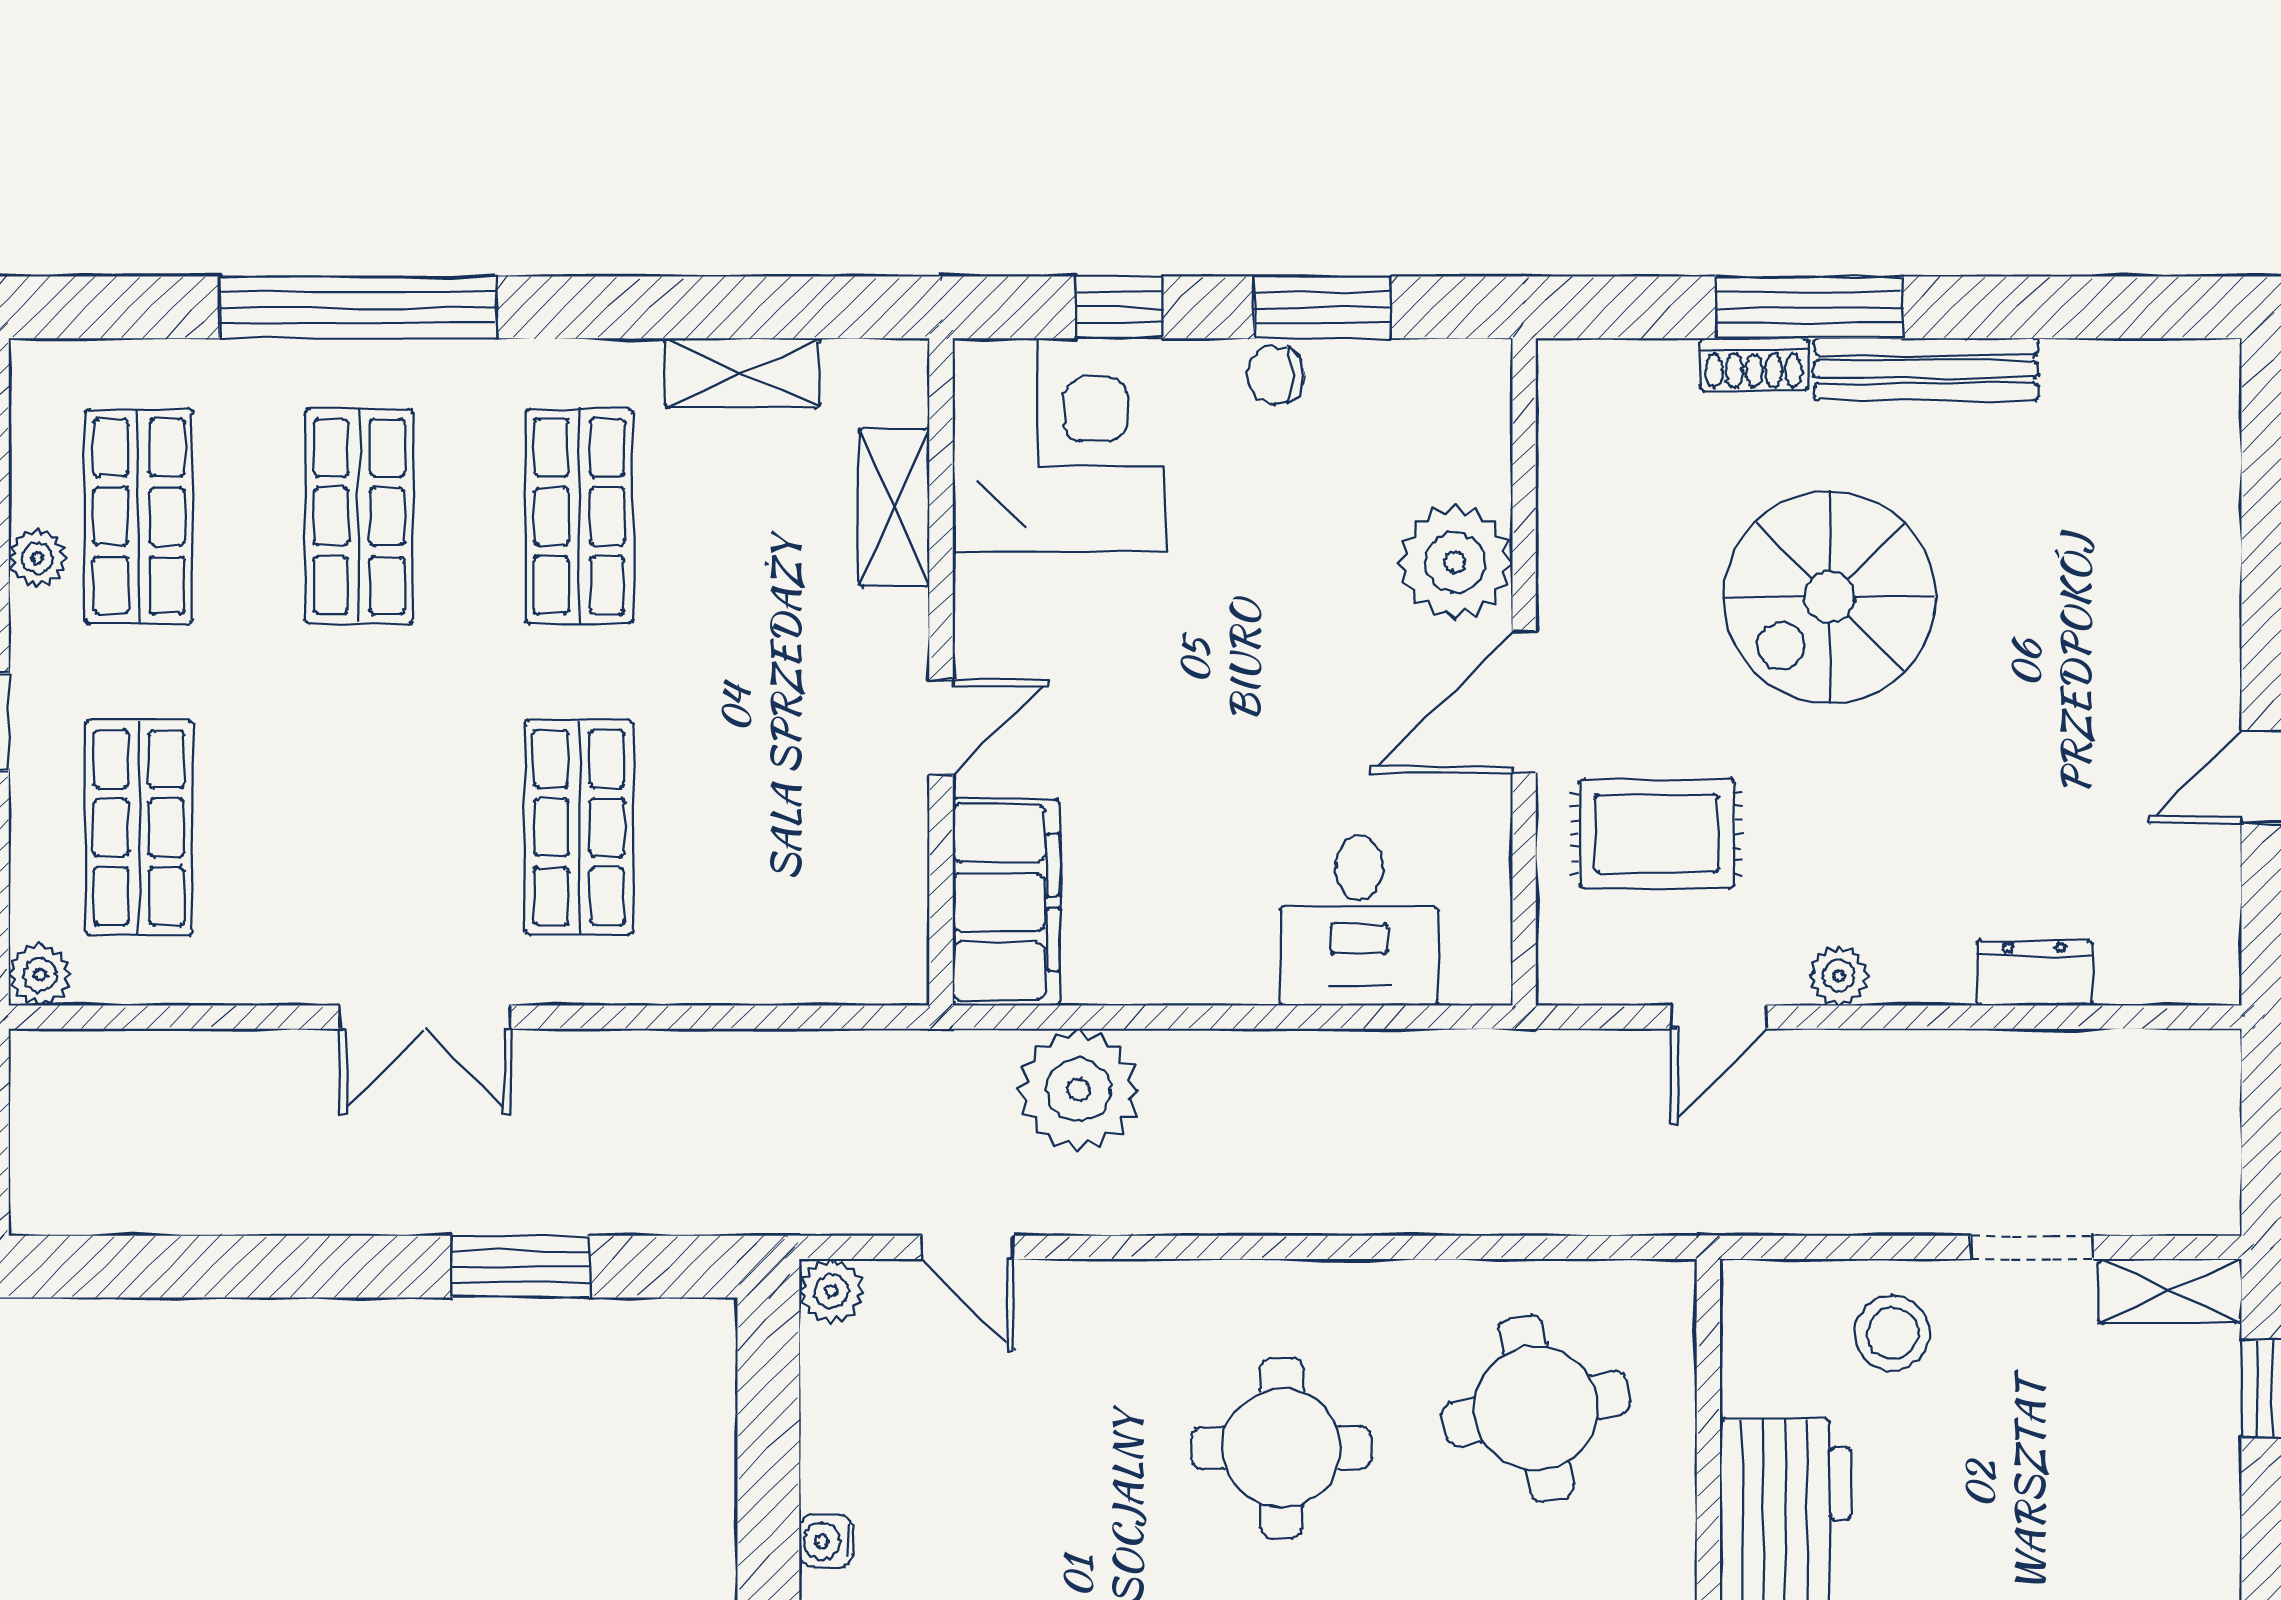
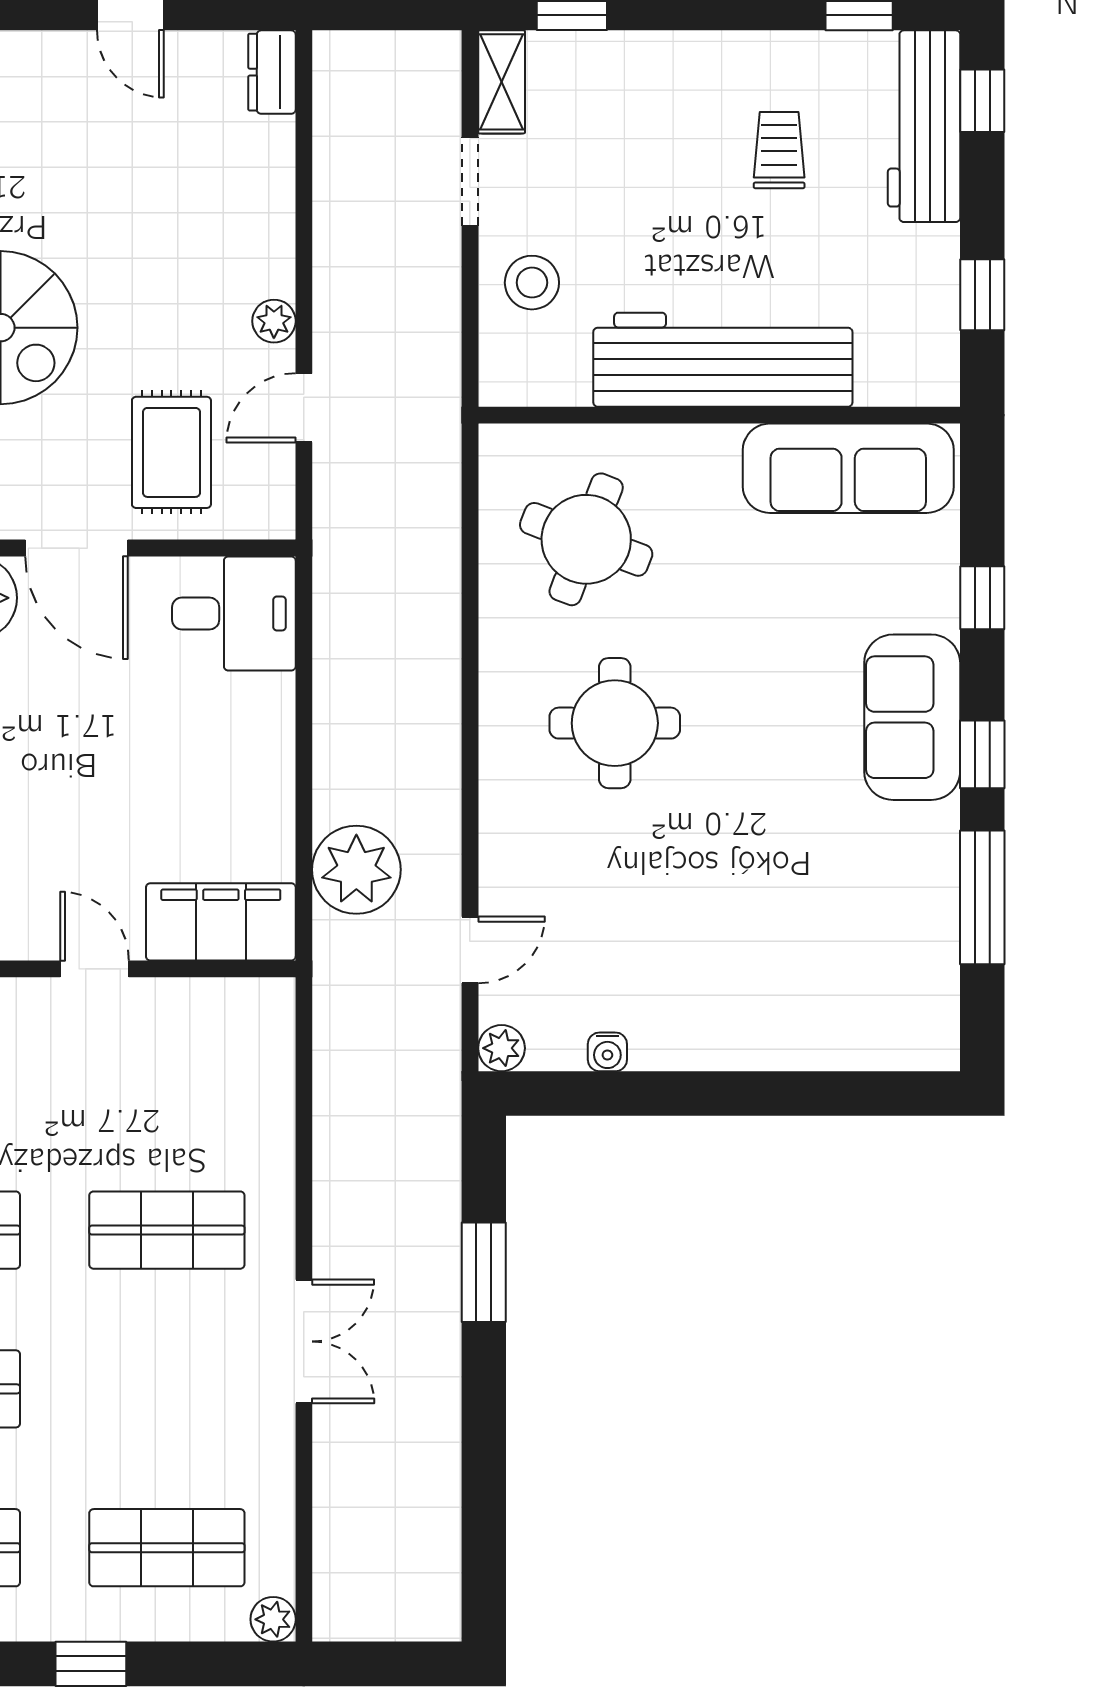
desk: (1359, 920) -> (234, 613), moved
dresser: (2034, 973) -> (272, 72), moved
door: (1718, 1017) -> (304, 408), swing flipped
round table: (1536, 1408) -> (586, 539), turned 32
water cooler: (826, 1541) -> (607, 1052), moved

